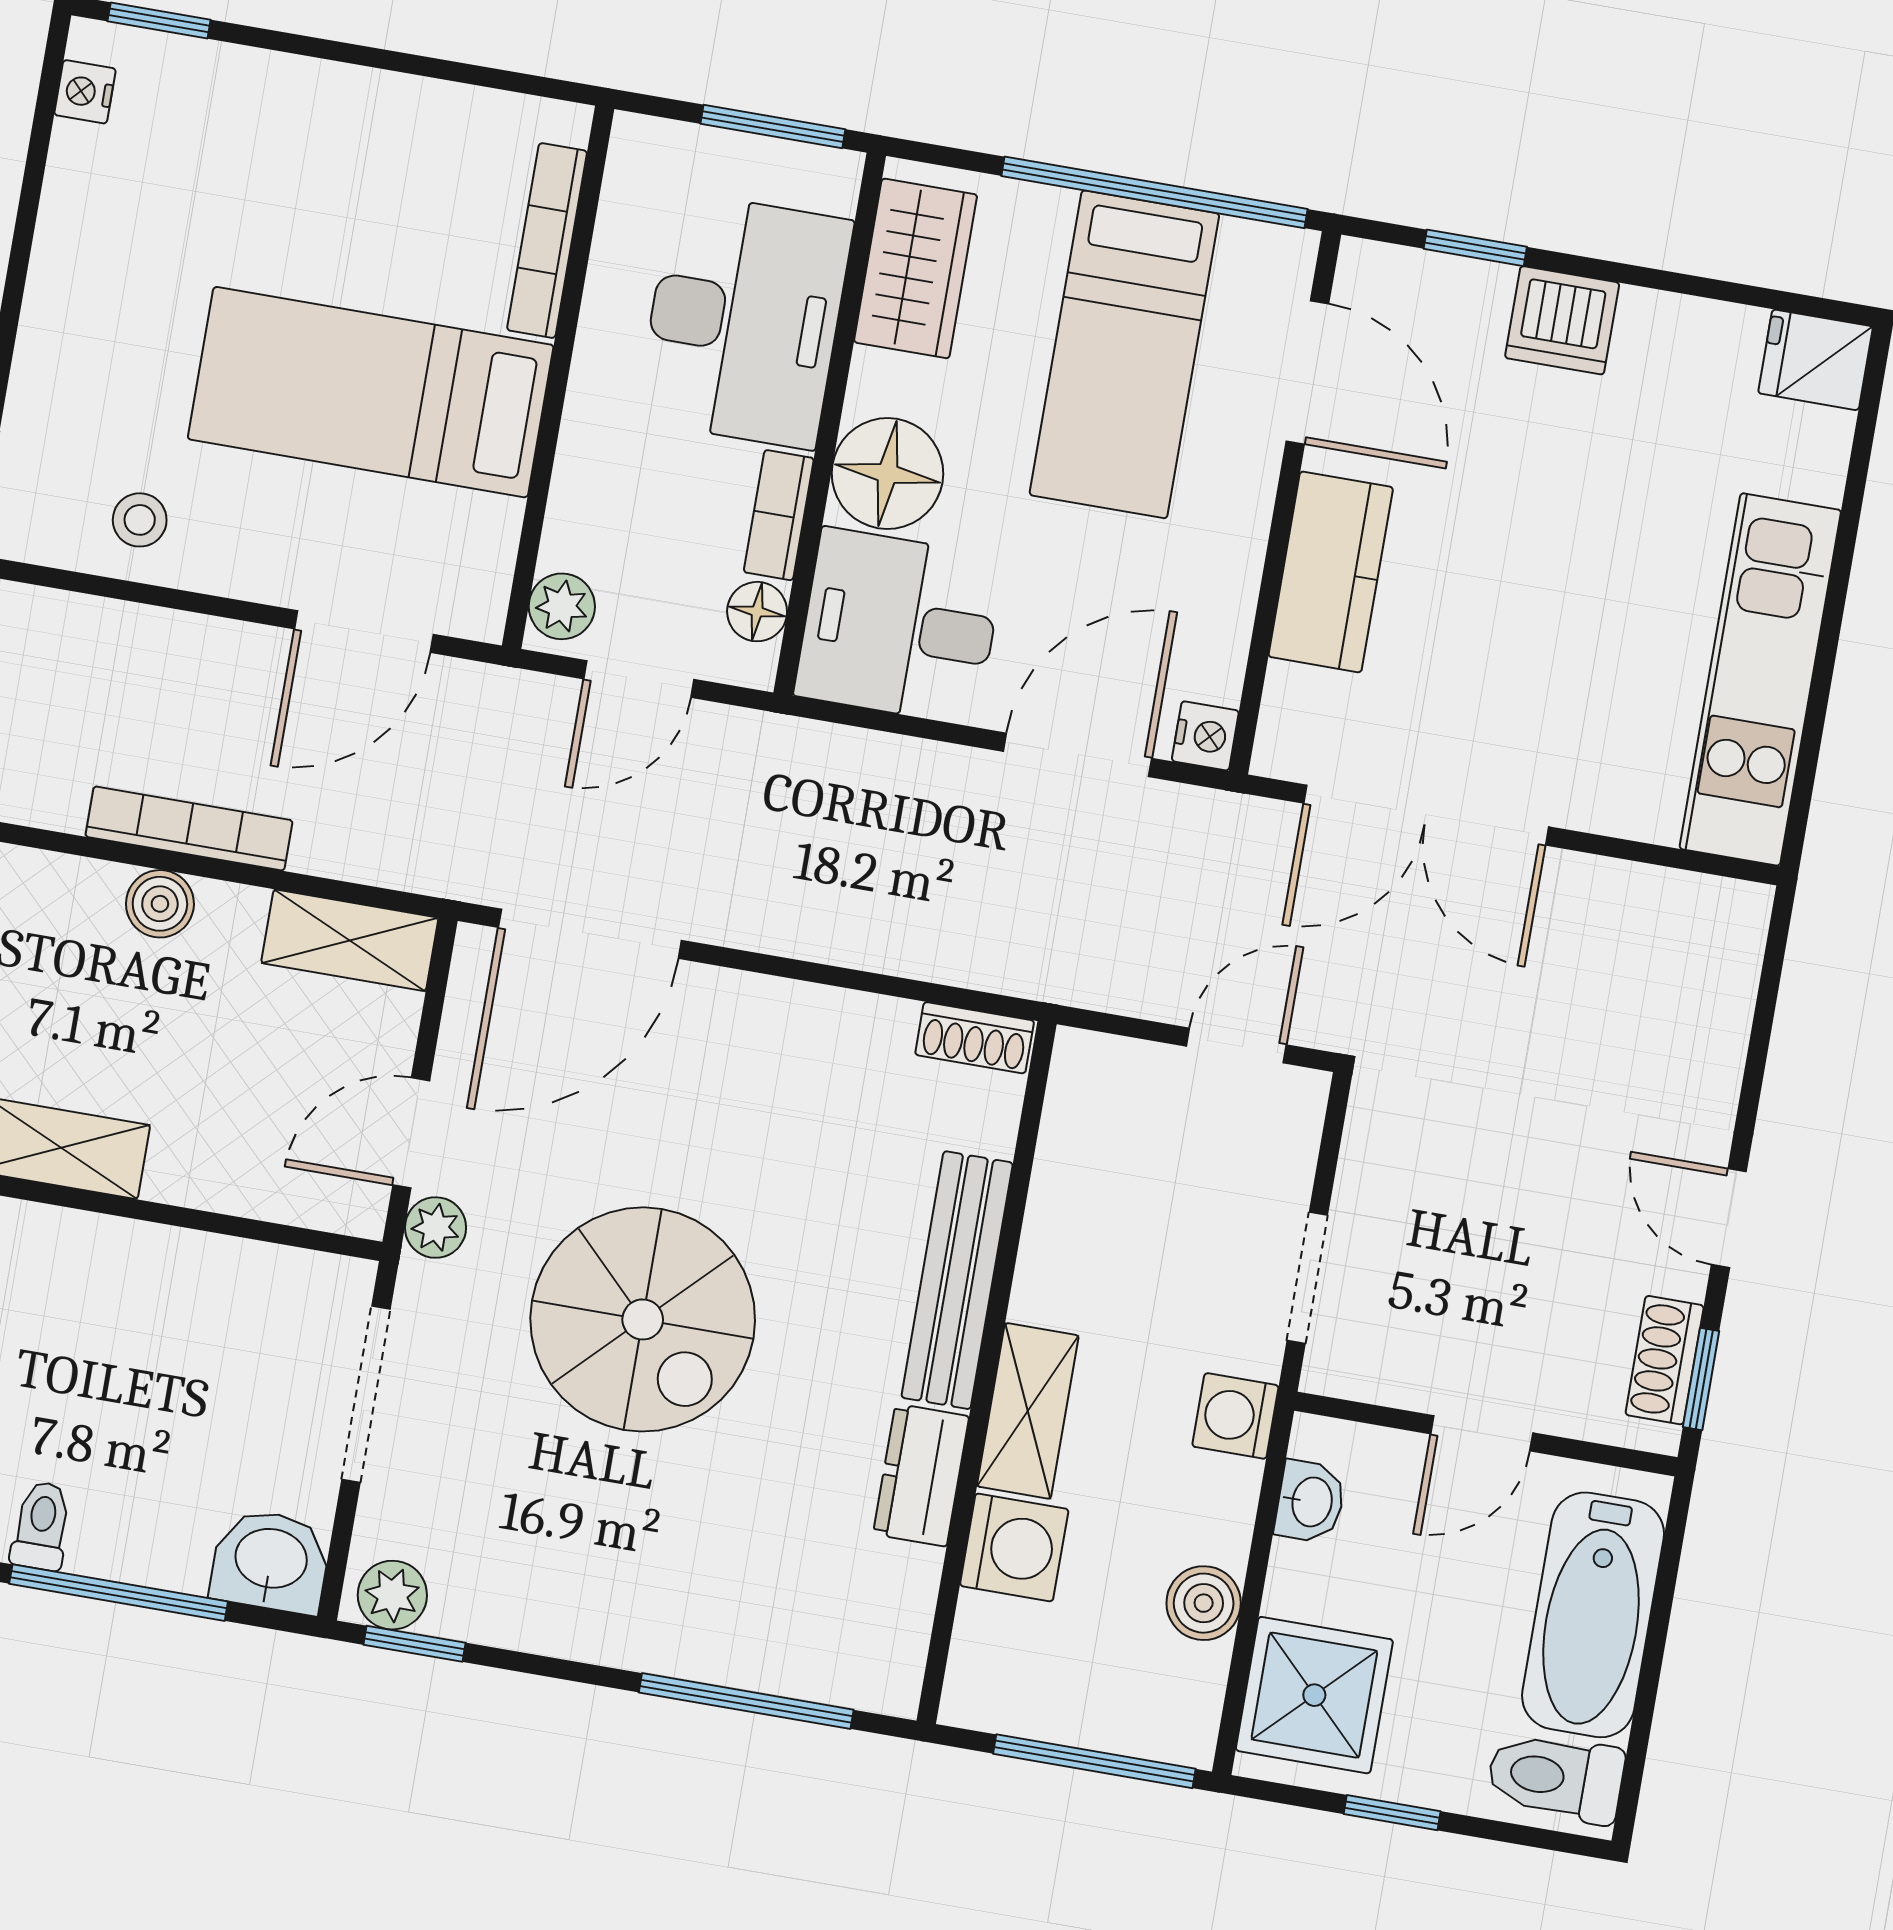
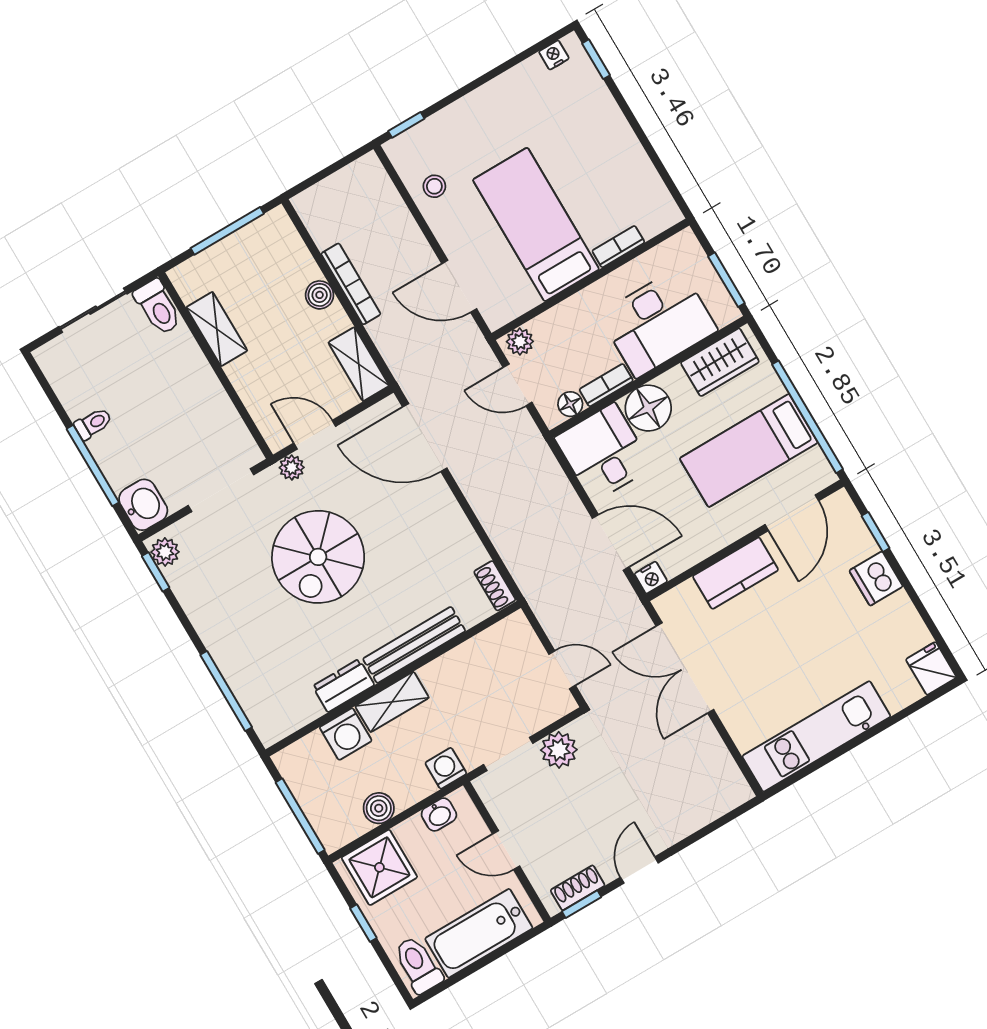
bookcase: (547, 241) -> (618, 247), width x0.64
plant: (1380, 1178) -> (559, 750), added

